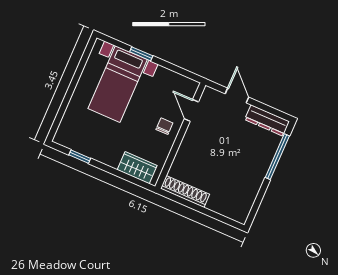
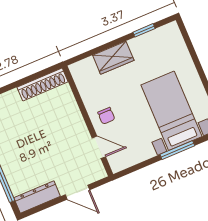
window: (141, 54) -> (177, 150), width x1.50
wardrobe: (137, 168) -> (113, 58), moved

